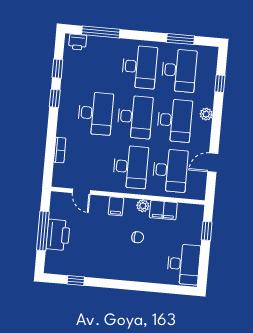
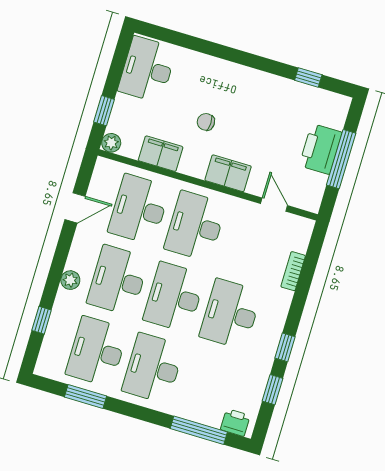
filing cabinet: (116, 206) -> (228, 173), width x2.00
plant: (143, 206) -> (111, 143), moved

